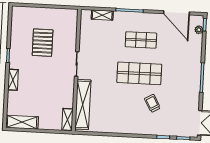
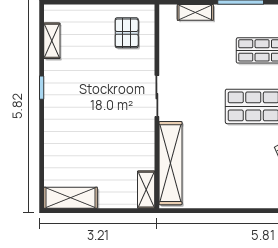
pallet: (43, 43) -> (127, 33), moved, width x0.67, depth x0.71
shelving: (13, 80) -> (52, 41), moved

